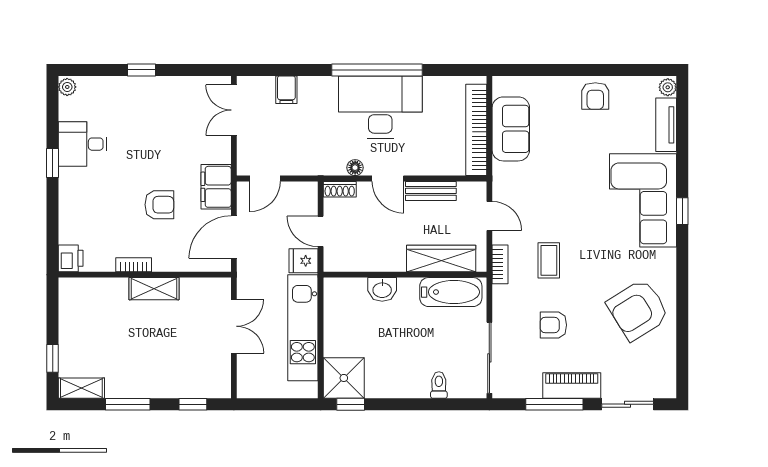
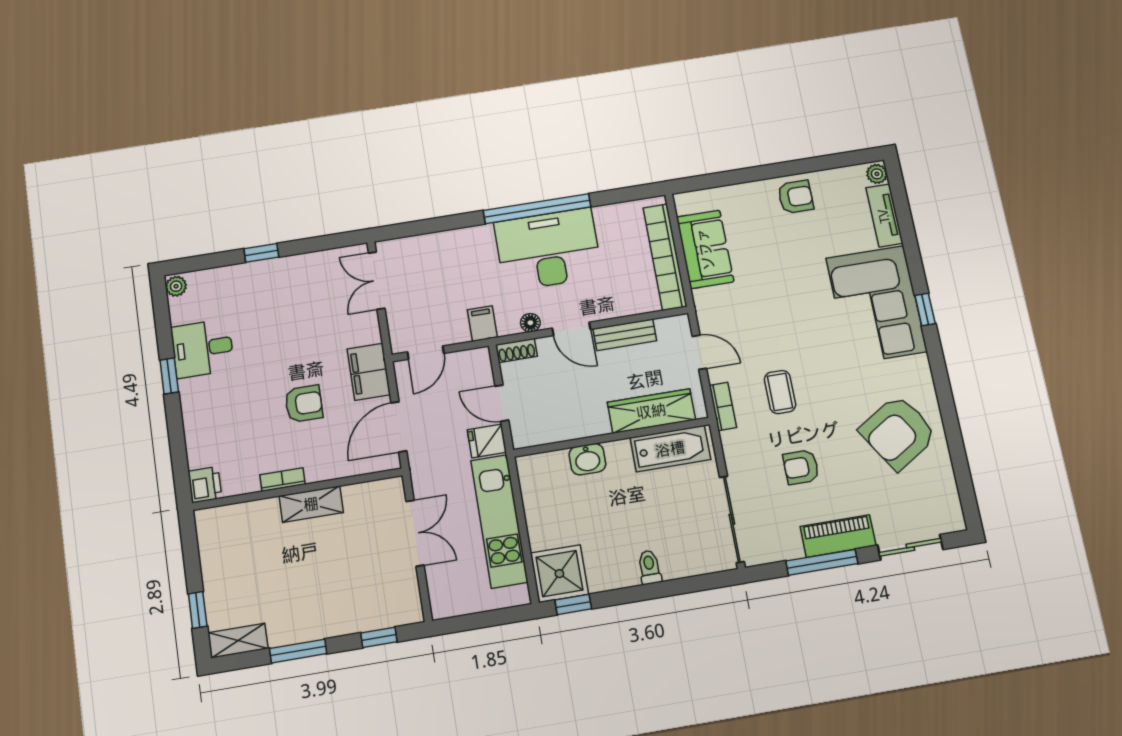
filing cabinet: (286, 90) -> (482, 324), moved, turned 180
armchair: (595, 96) -> (796, 197), turned -90
toilet: (439, 385) -> (650, 567), moved

